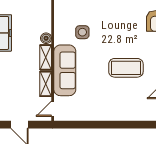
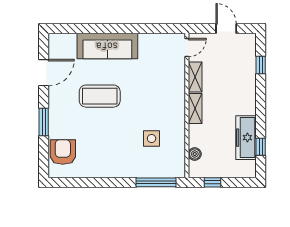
boiler: (46, 38) -> (195, 154), moved
sofa: (65, 70) -> (107, 46), moved, turned -90

